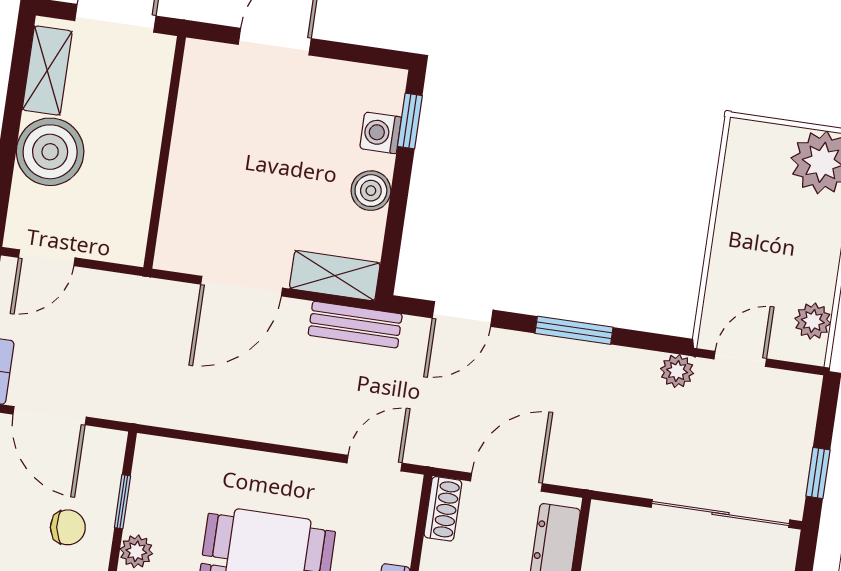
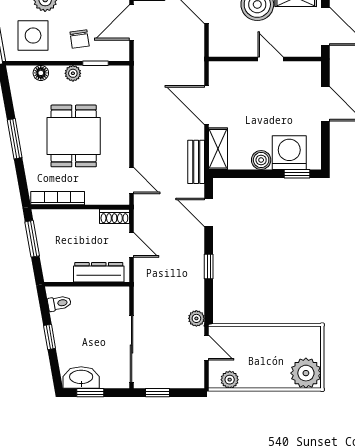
washing machine: (381, 133) -> (289, 153), width x1.89, depth x1.89
door: (166, 141) -> (270, 59), added
window: (574, 330) -> (209, 267), width x0.67
door: (506, 482) -> (132, 245), width x0.73

